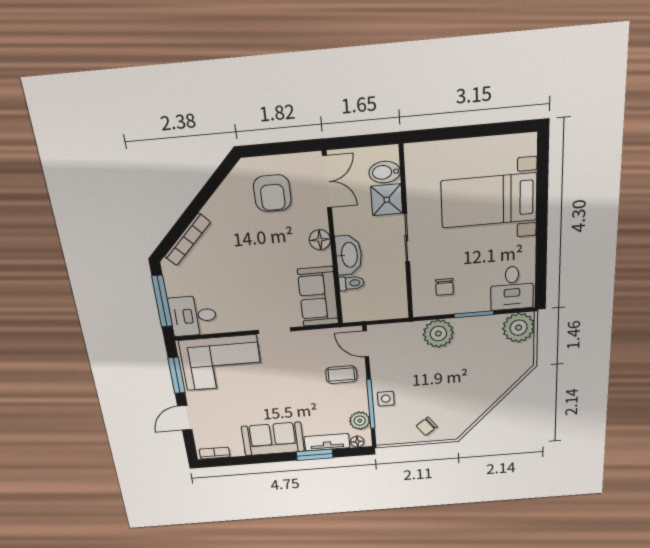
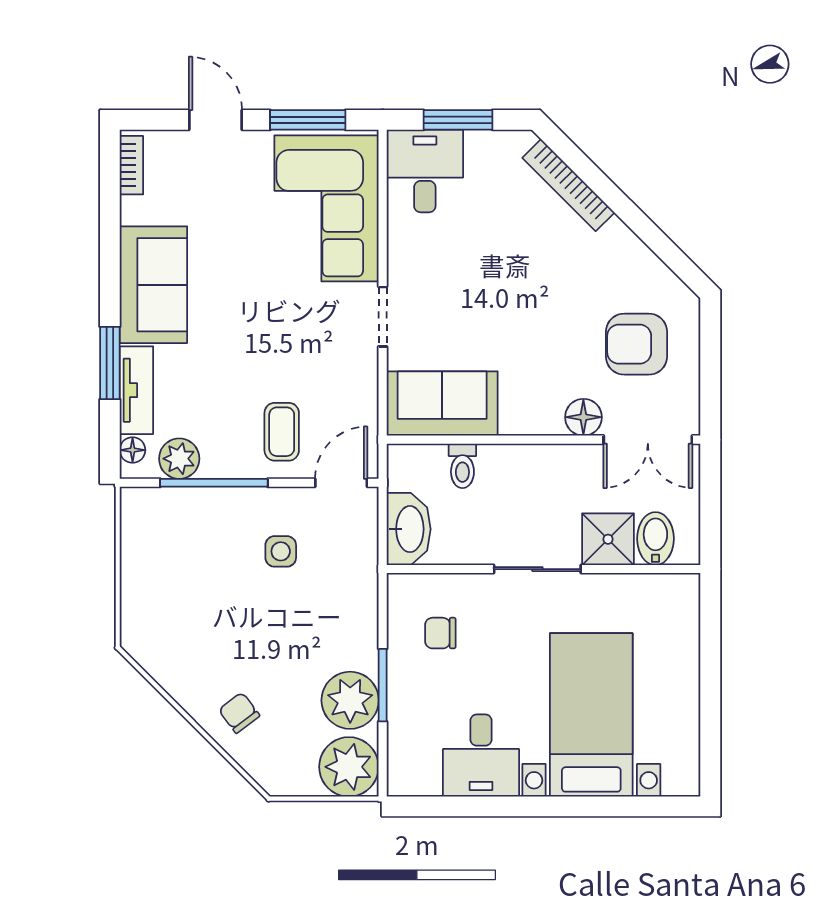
floor lamp: (320, 240) -> (583, 417), moved
washbasin: (349, 255) -> (409, 529), moved, turned -90
desk: (512, 288) -> (481, 756), moved, turned -90
window: (162, 301) -> (458, 120), width x0.69
plant: (438, 334) -> (350, 700), moved
side table: (386, 399) -> (281, 551), moved
chair: (427, 426) -> (239, 713), moved

